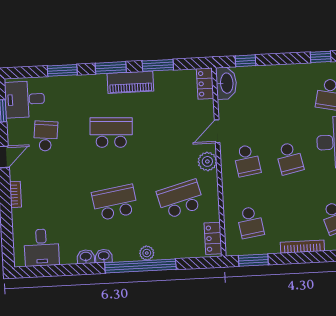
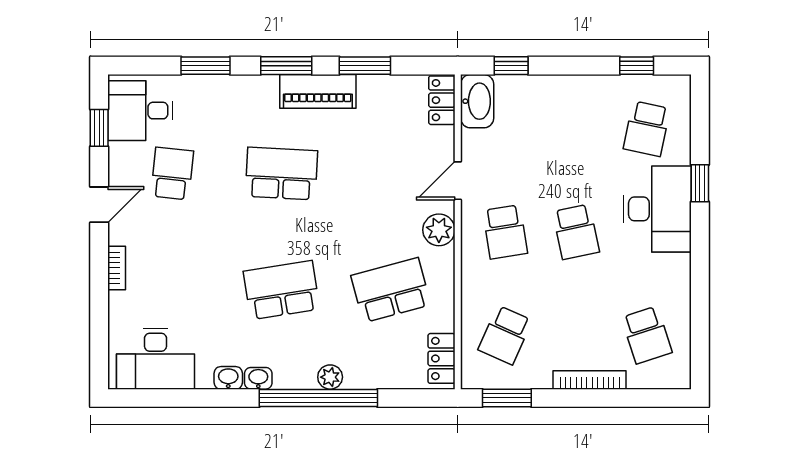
school desk: (250, 222) -> (505, 335), turned 33
desk: (42, 248) -> (155, 359), width x1.37

